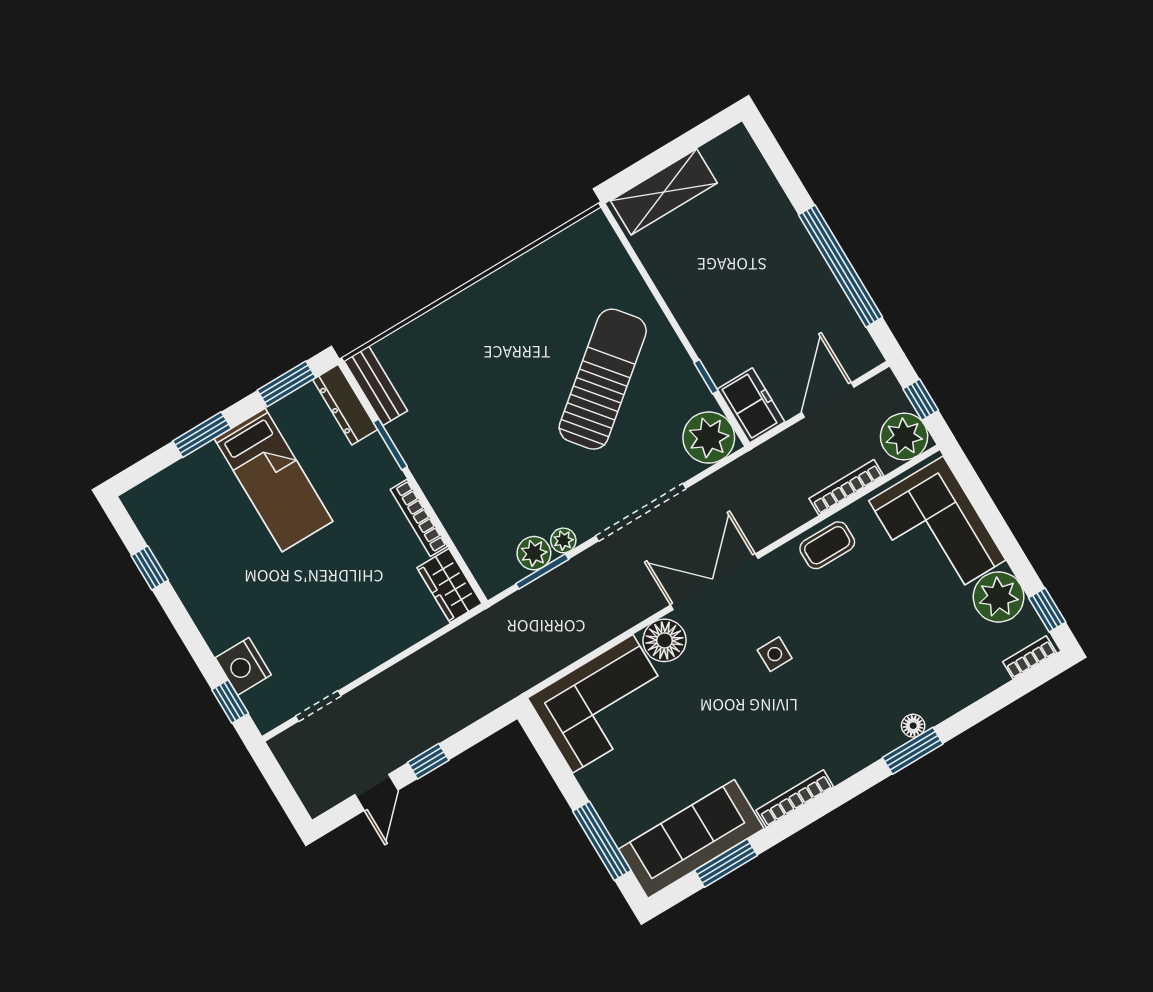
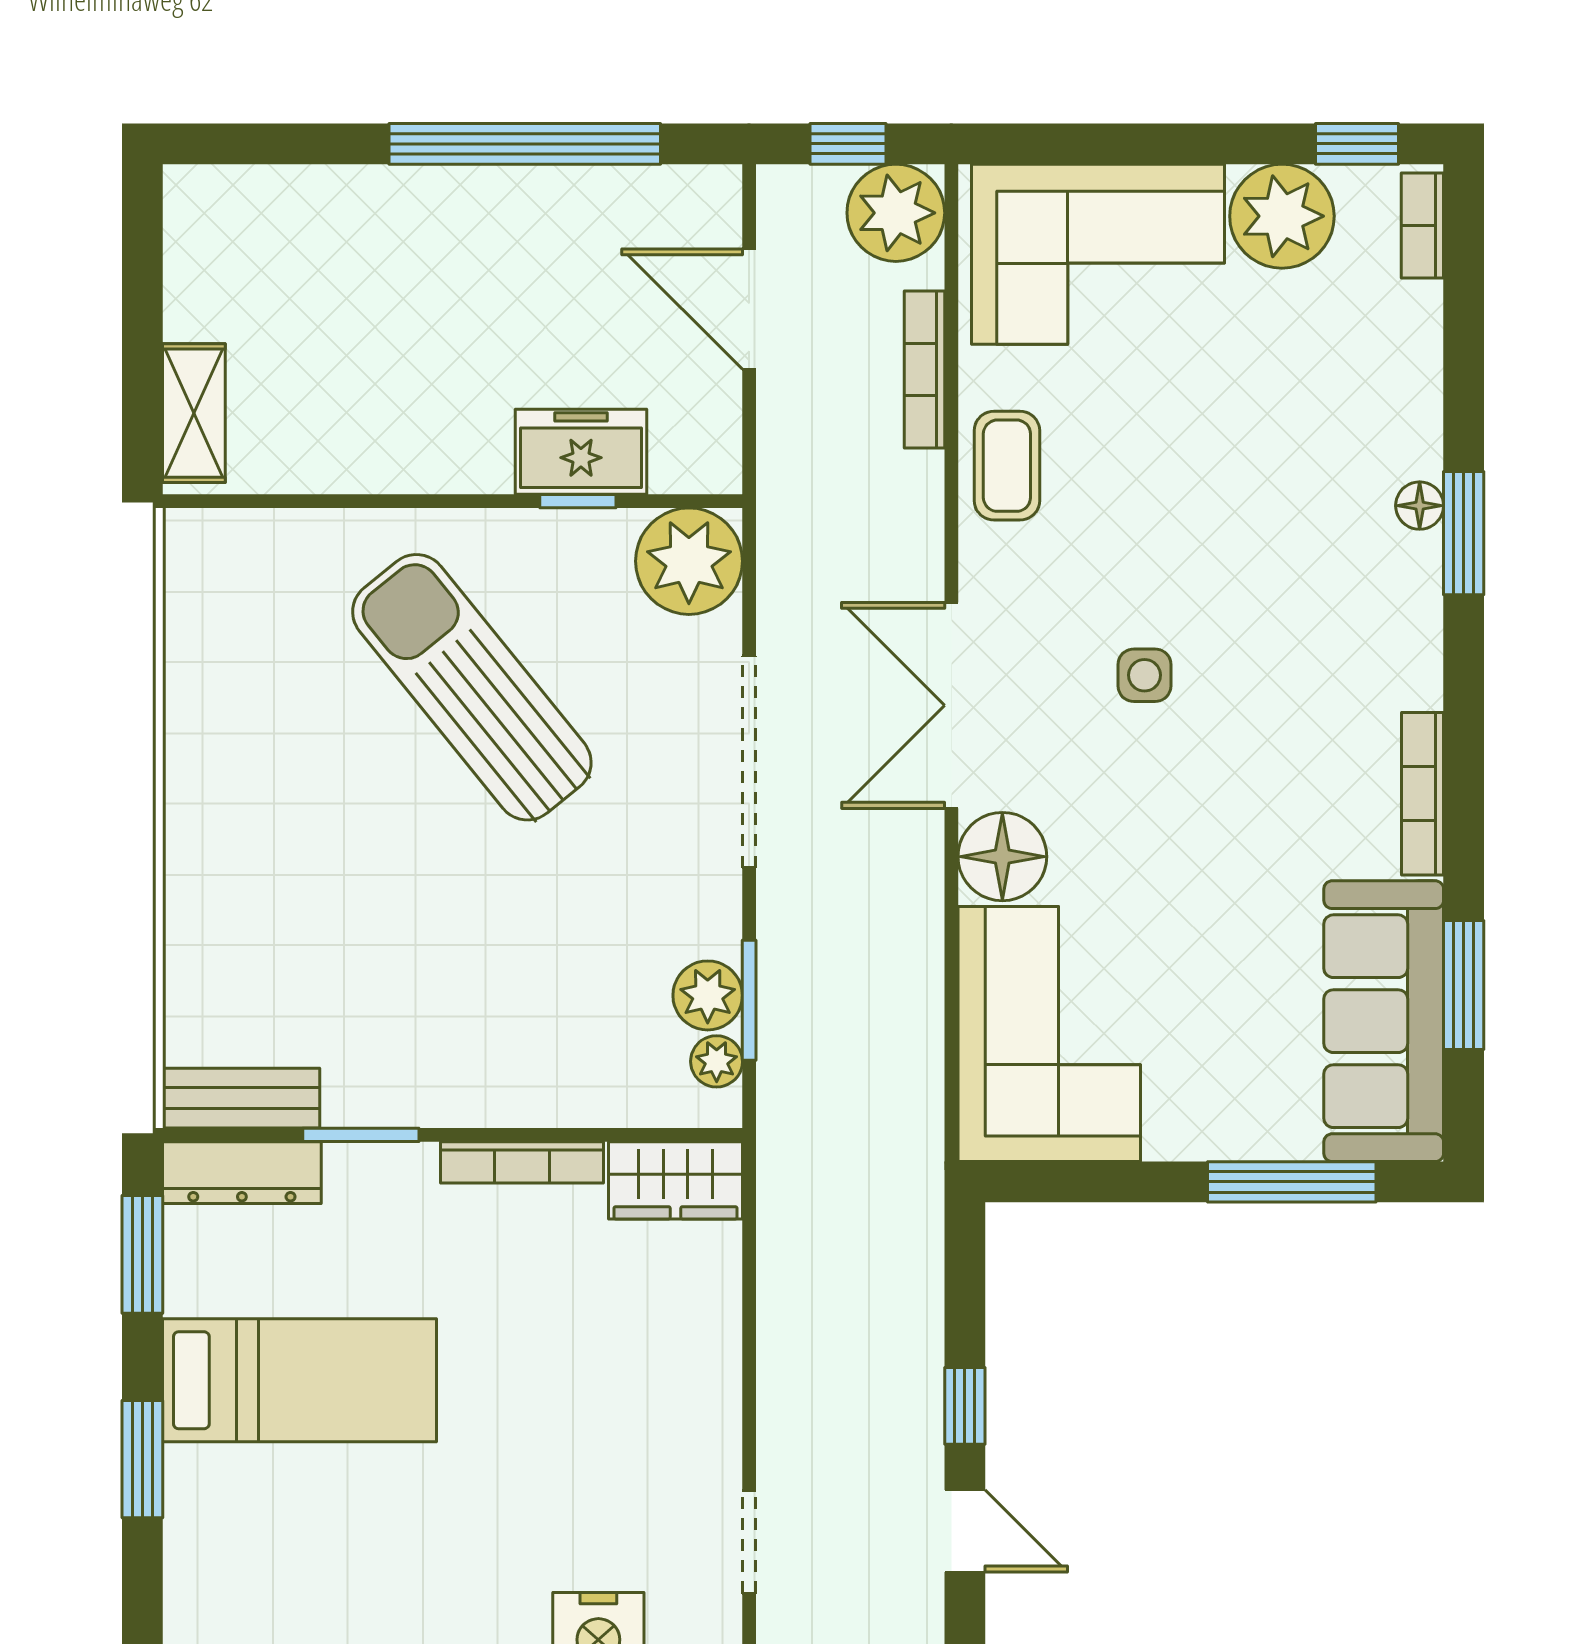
shelving: (664, 192) -> (194, 413), width x0.67, depth x0.75
freezer: (751, 405) -> (581, 452), moved
plant: (563, 540) -> (717, 1061), moved

